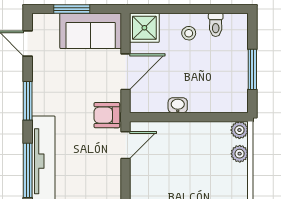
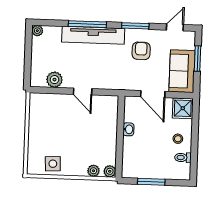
armchair: (107, 115) -> (141, 51), moved
door: (125, 145) -> (83, 92), moved

